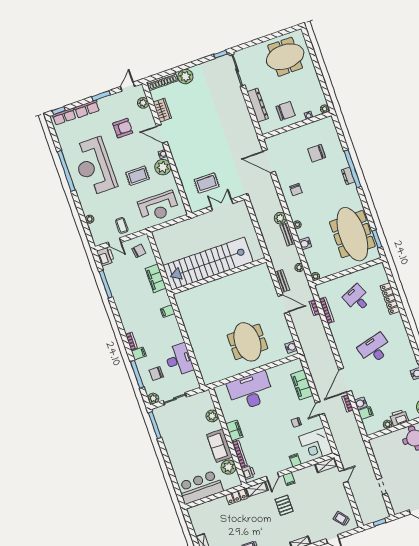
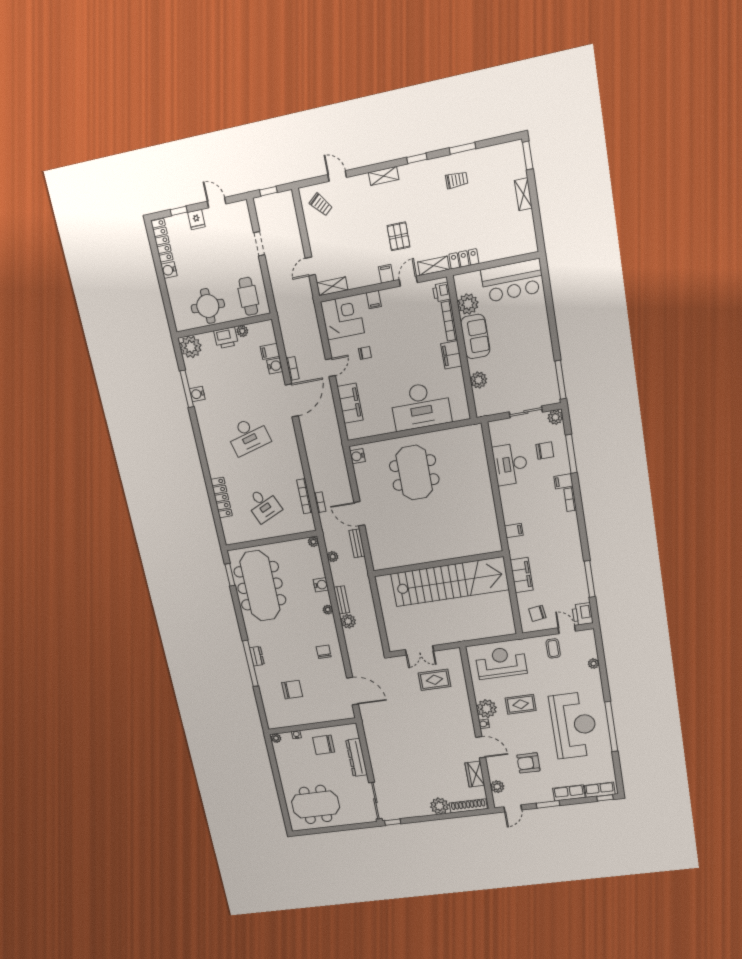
cafe table: (386, 449) -> (248, 296), added

